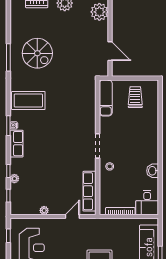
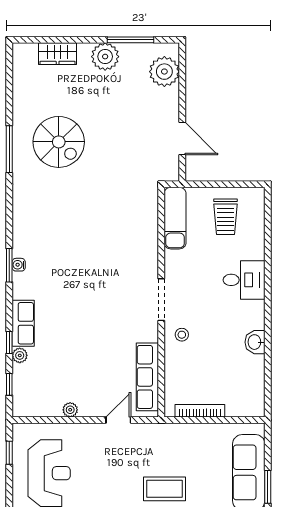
trolley: (135, 97) -> (225, 217), turned 180
coffee table: (28, 101) -> (43, 222), removed
row of seats: (17, 144) -> (23, 323), moved
desk: (147, 203) -> (244, 280), moved, turned -90

